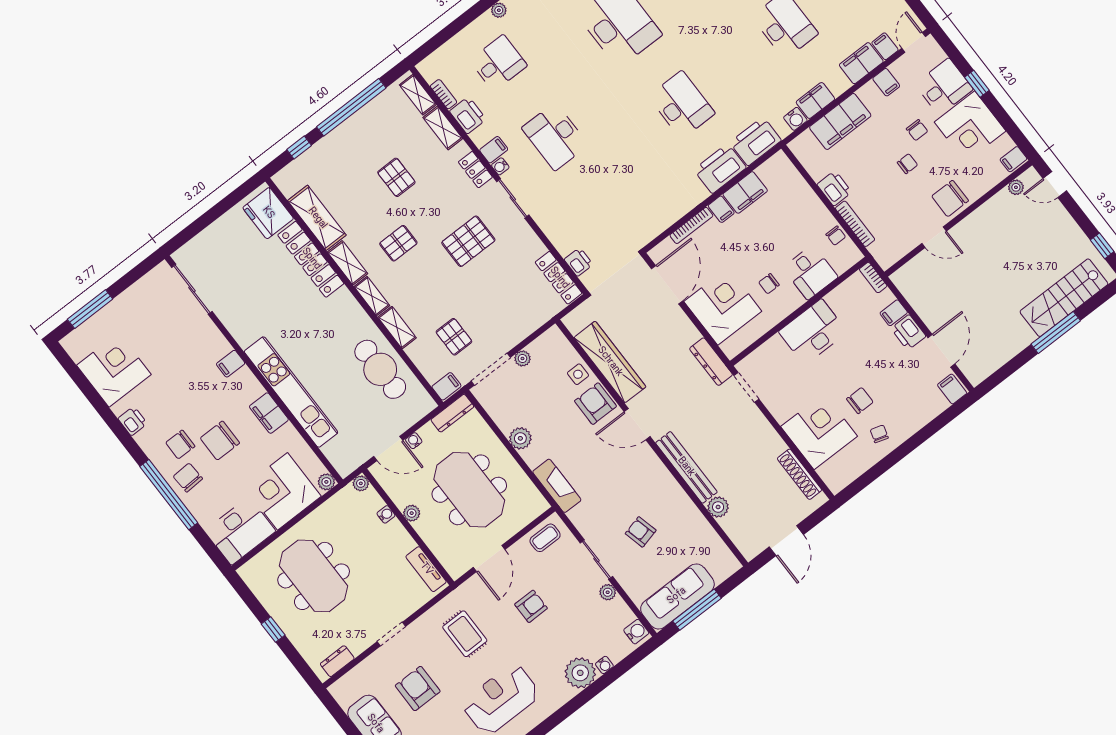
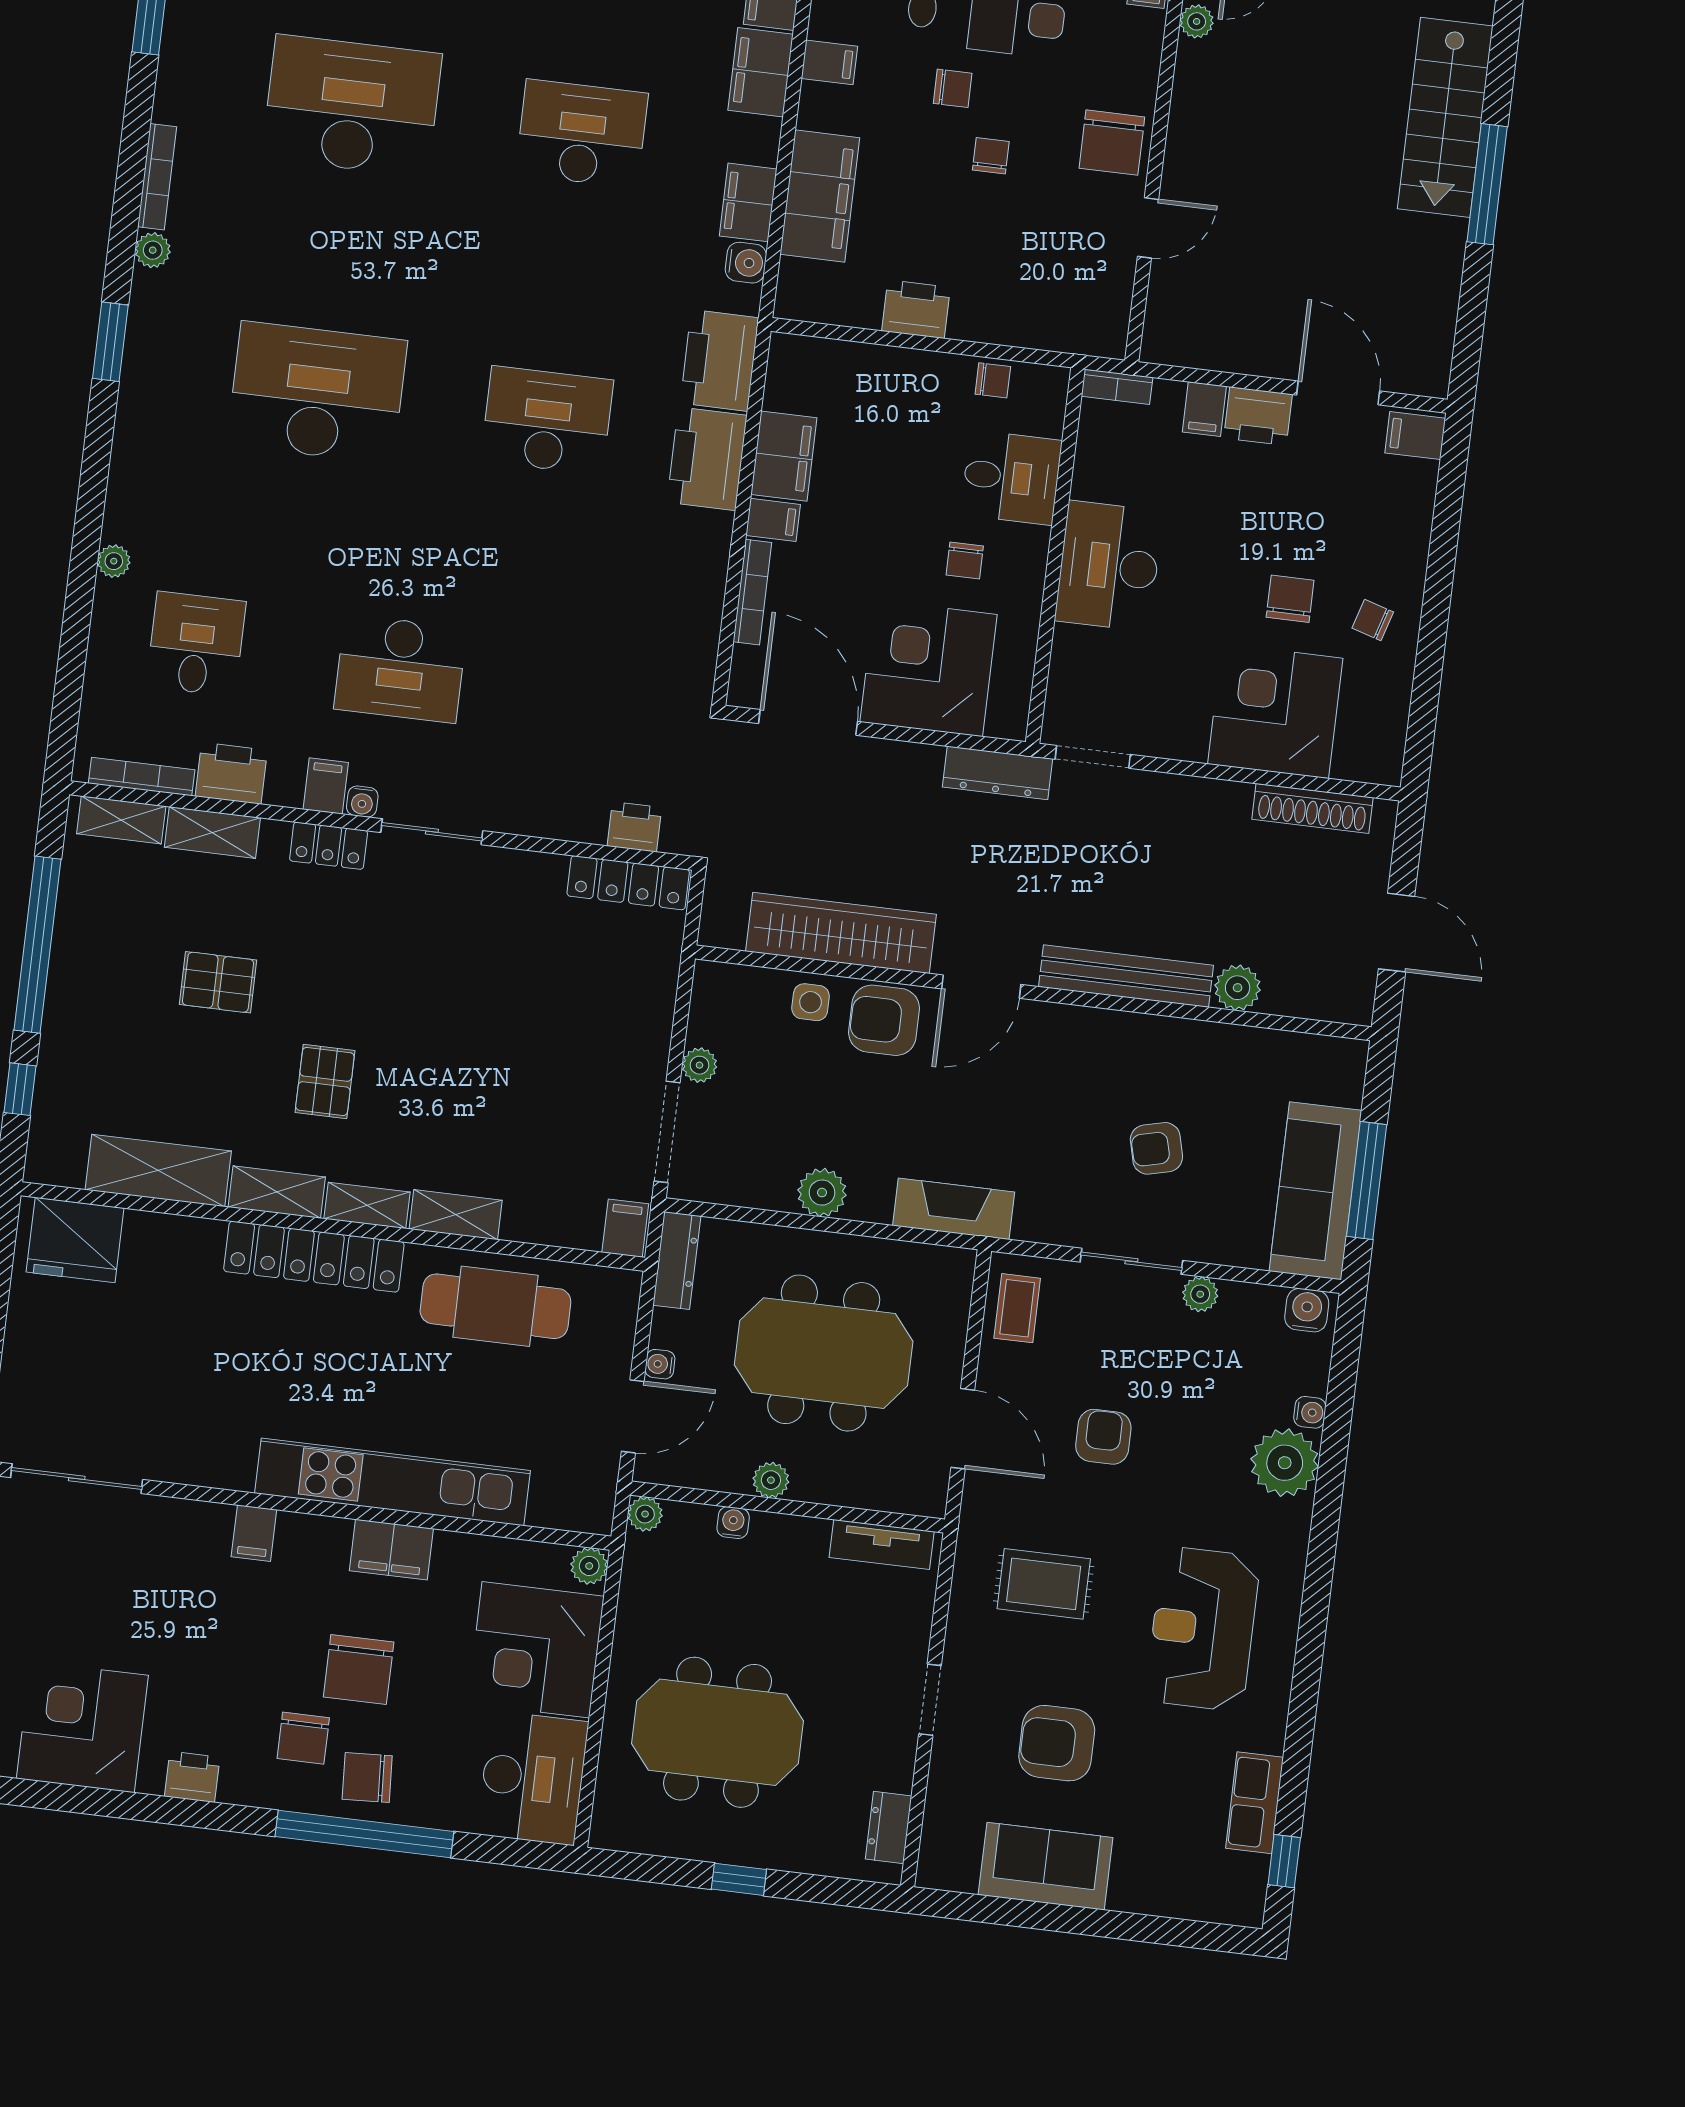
bookcase: (444, 94) -> (142, 777), width x1.56
bookcase: (855, 224) -> (1004, 332), removed
pallet: (468, 241) -> (431, 968), removed
locker: (311, 259) -> (314, 1257), moved
pallet: (454, 337) -> (559, 1139), removed

